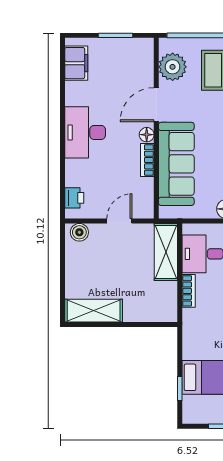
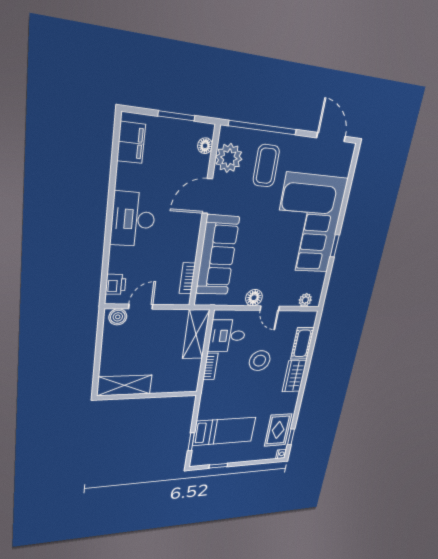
floor lamp: (147, 135) -> (205, 146), moved
bookcase: (147, 160) -> (187, 278), moved
door: (119, 221) -> (141, 307), moved

